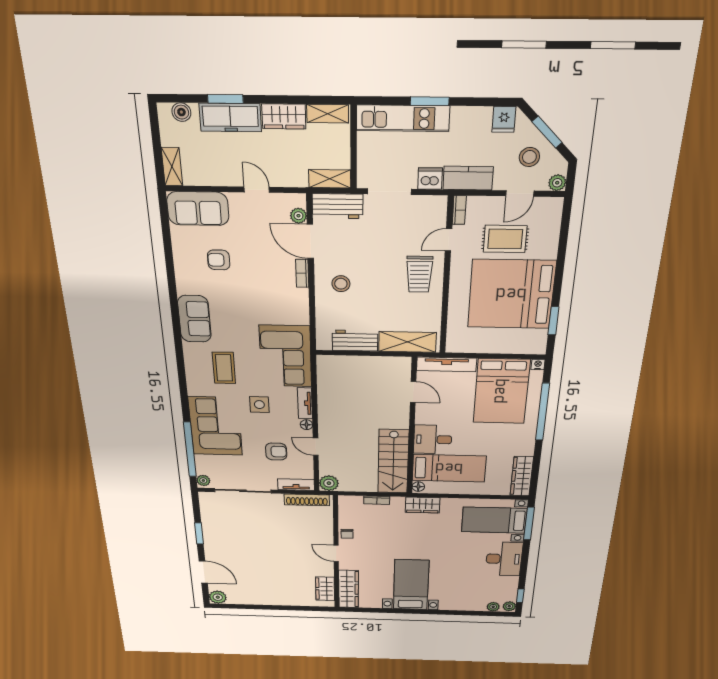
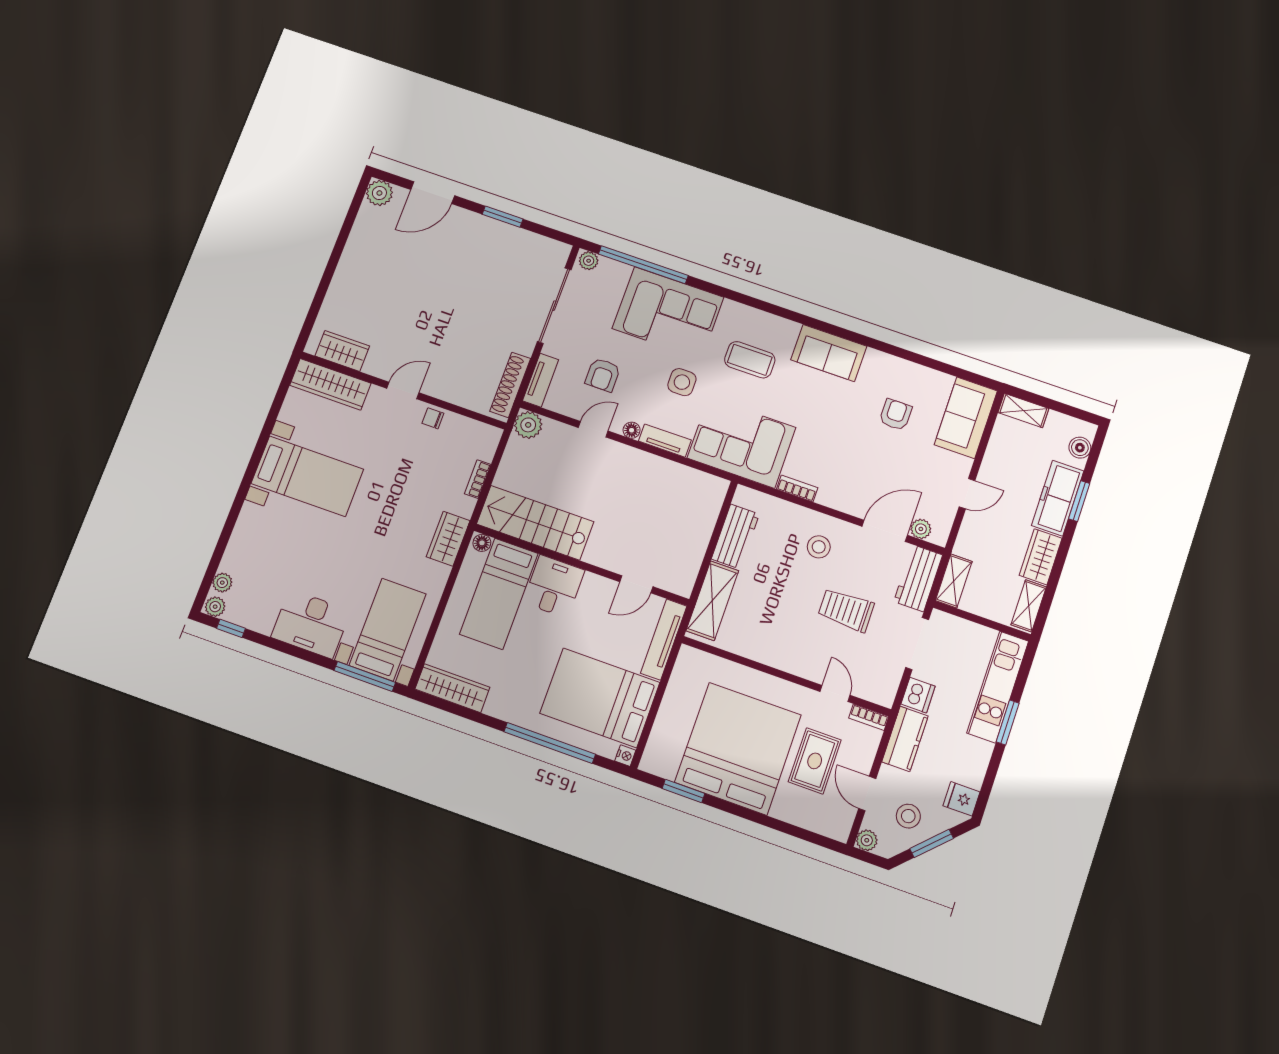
bookcase: (302, 273) -> (797, 488), moved
trolley: (419, 274) -> (846, 610), moved

